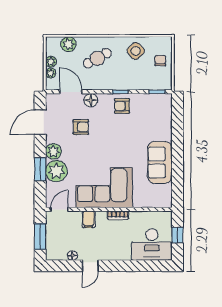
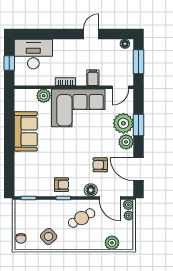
cafe table: (97, 58) -> (82, 218), moved
chair: (160, 61) -> (21, 238), moved
plant: (51, 62) -> (128, 205), moved
door: (40, 122) -> (139, 169), swing flipped
plant: (141, 200) -> (44, 96), added
floor lamp: (72, 255) -> (125, 44), moved

